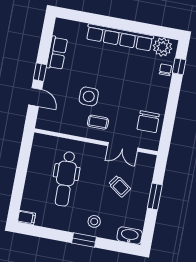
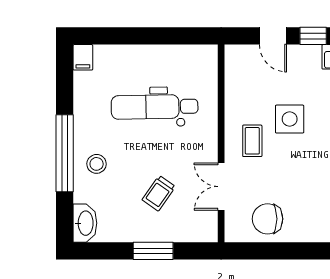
door: (35, 97) -> (273, 36), hinge flipped
window: (84, 240) -> (65, 153), width x2.11

